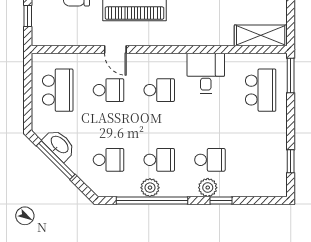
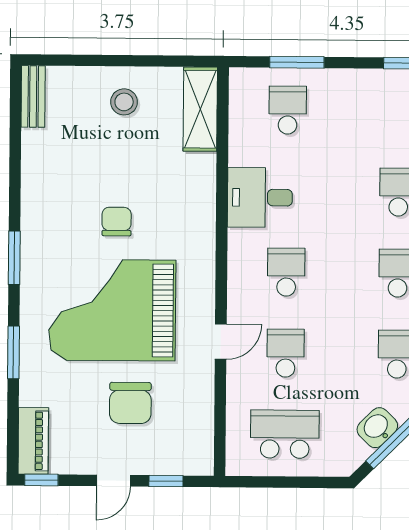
window: (291, 75) -> (297, 62), moved
school desk: (261, 90) -> (288, 110), width x0.54
washbasin: (59, 145) -> (377, 428), width x0.72

